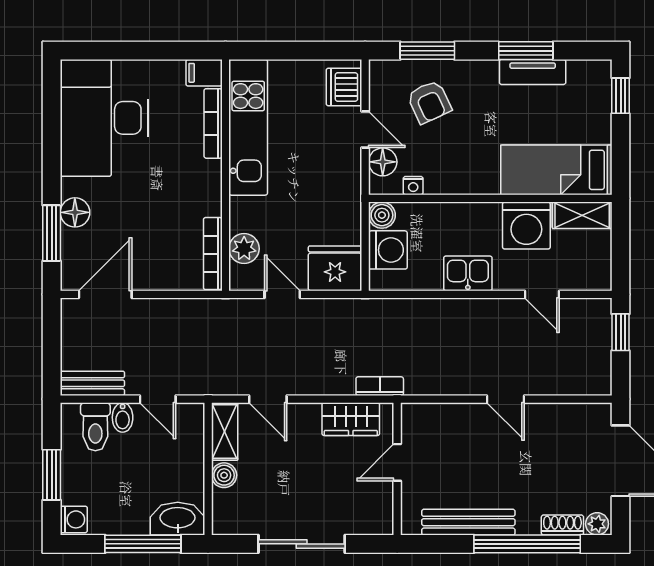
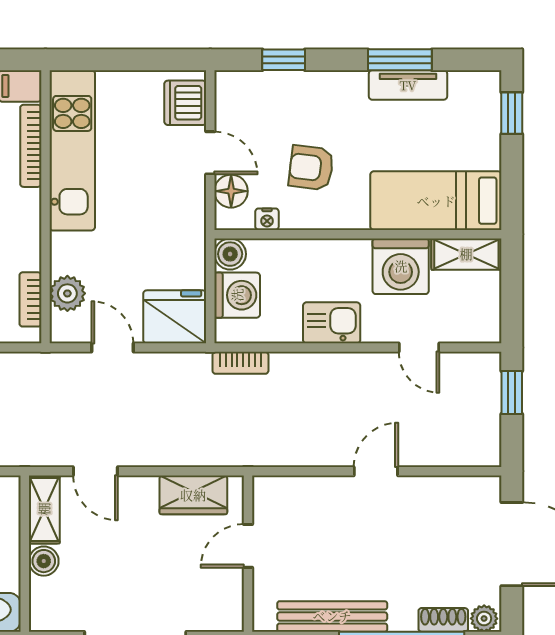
window: (427, 51) -> (284, 60), width x0.67
armchair: (429, 102) -> (311, 168), moved, turned 122
bookcase: (213, 254) -> (30, 299), width x0.64
bookcase: (380, 386) -> (240, 363), moved, turned 180
door: (505, 399) -> (376, 471), swing flipped

